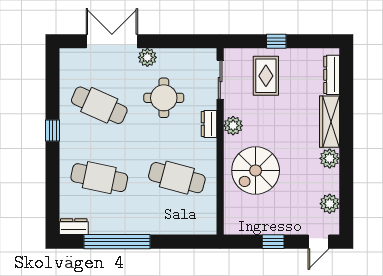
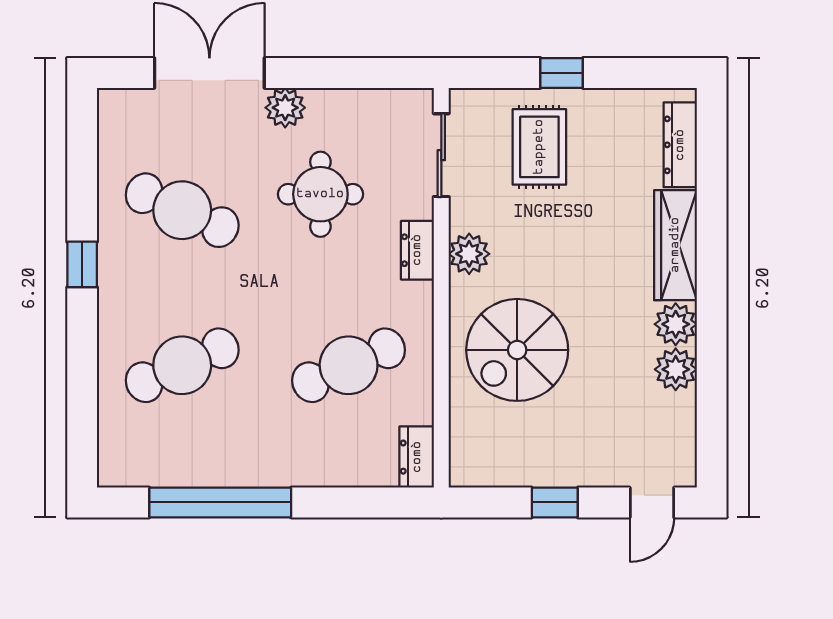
cafe table: (99, 178) -> (182, 365), turned -36
cafe table: (177, 178) -> (349, 365), turned -39
plant: (330, 204) -> (676, 369), moved
dresser: (74, 227) -> (417, 457), moved, turned -90

